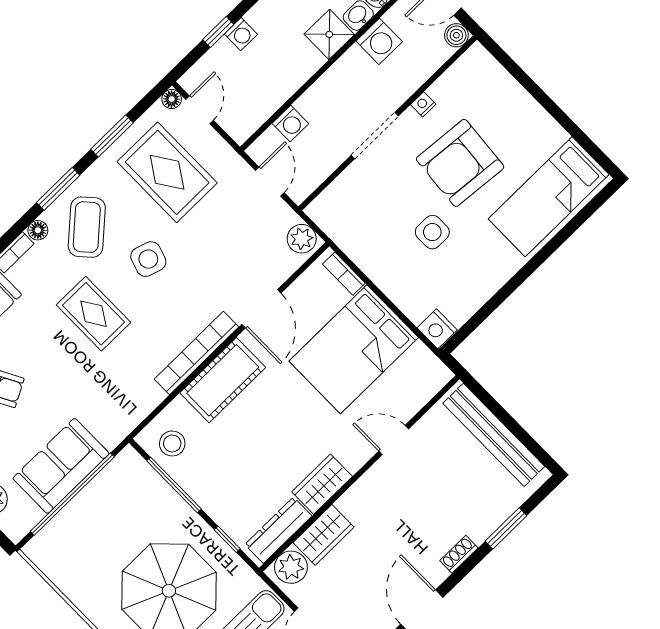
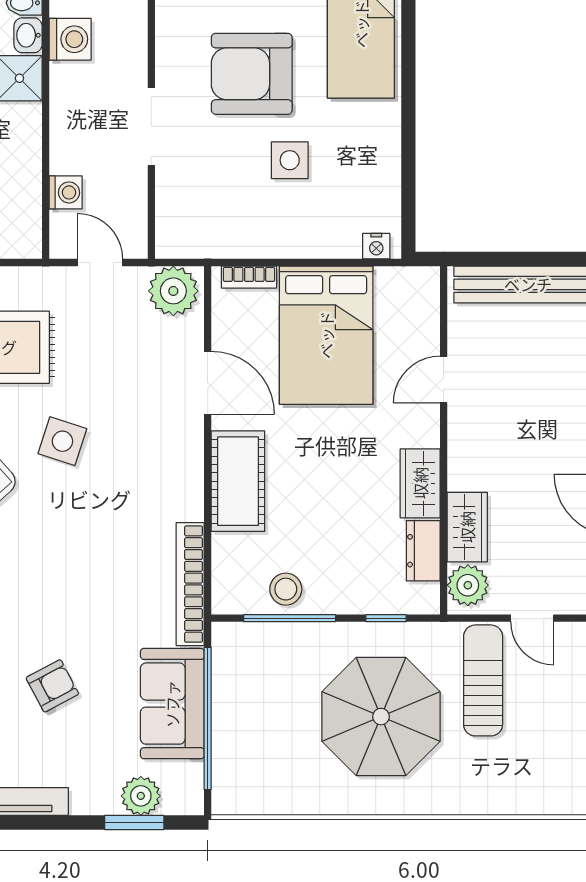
nightstand: (423, 104) -> (166, 55), removed
armchair: (460, 163) -> (252, 74), turned 85
plant: (302, 239) -> (173, 291), width x1.36, depth x1.36
rug: (94, 314) -> (63, 539), removed
nightstand: (437, 329) -> (376, 246), width x0.72, depth x0.74
bookcase: (196, 353) -> (190, 584), moved
stool: (172, 443) -> (286, 589), moved
dresser: (278, 530) -> (423, 551), width x0.70

